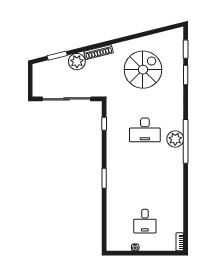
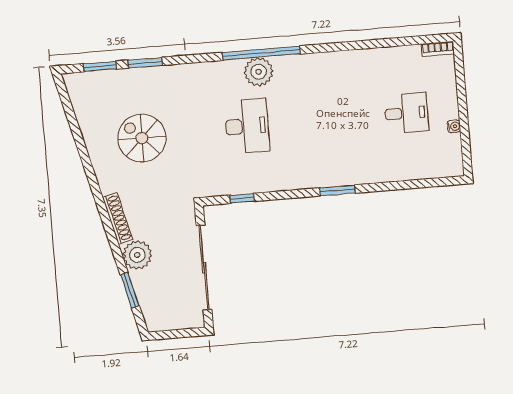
spiral stairs: (143, 70) -> (142, 138), width x0.73, depth x0.73

